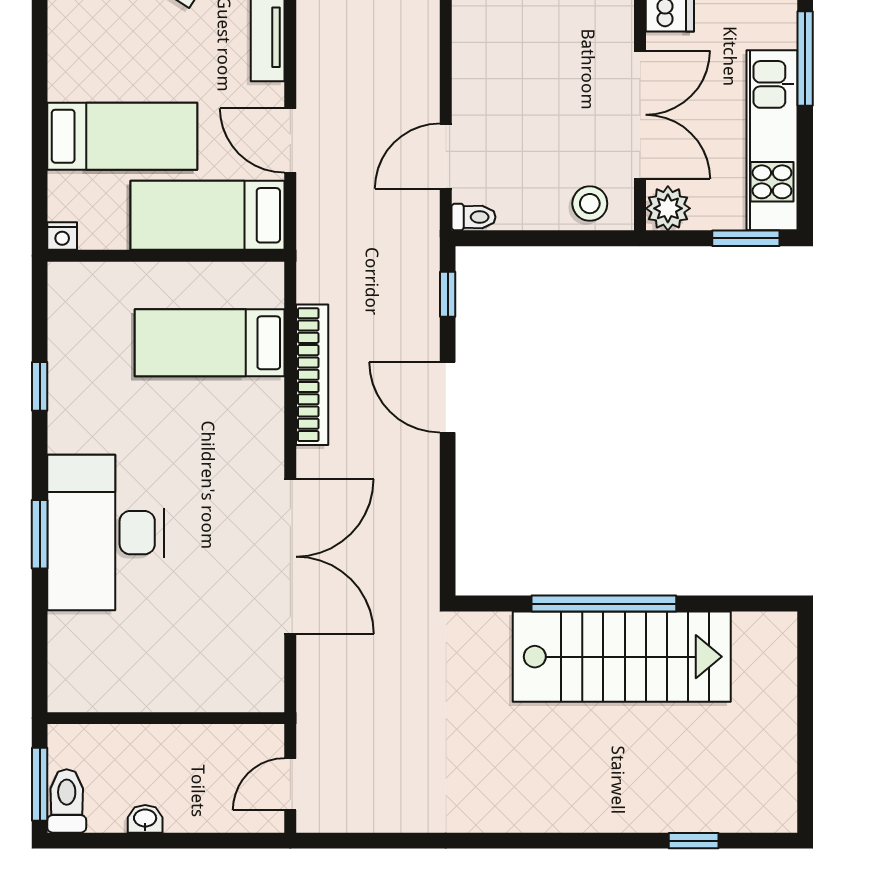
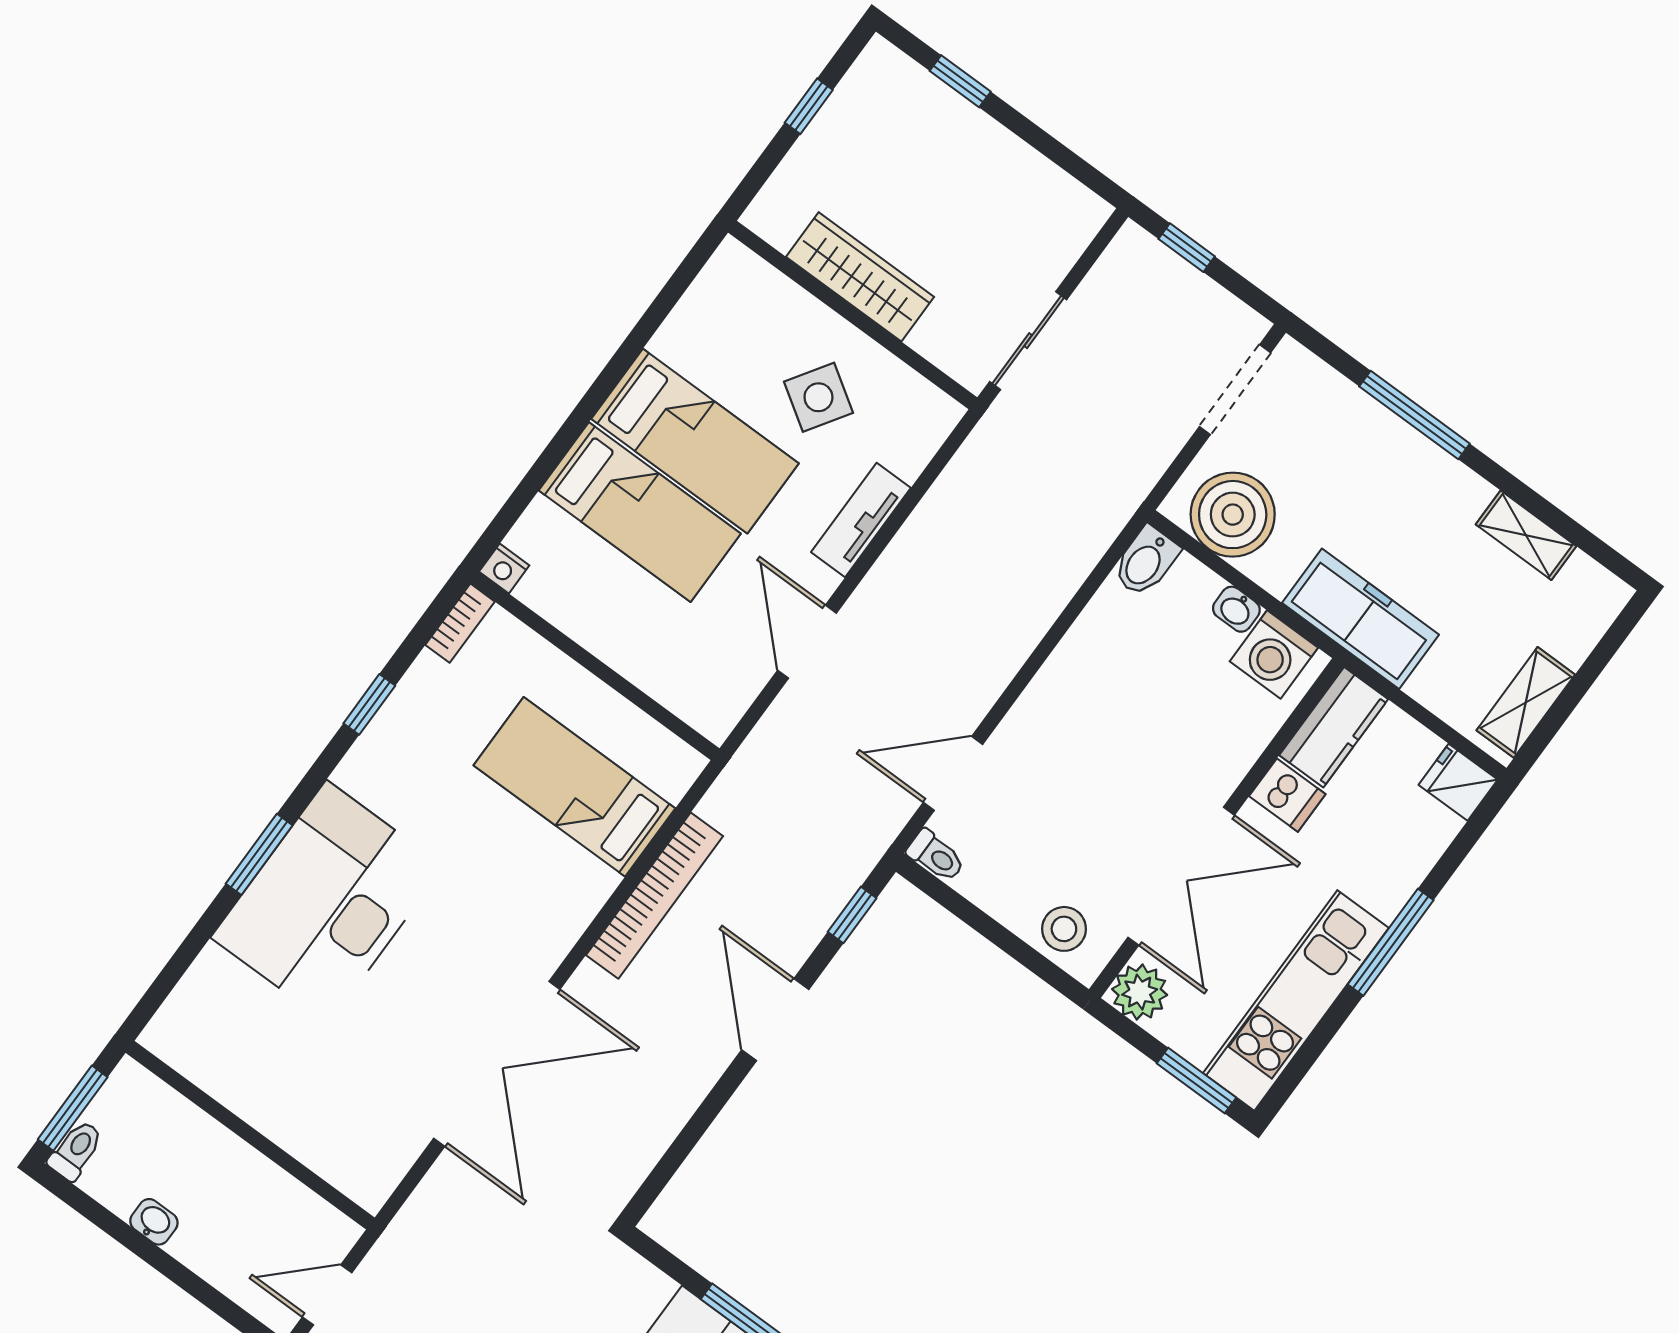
bed: (208, 215) -> (695, 441), moved, turned 180
bookcase: (60, 292) -> (460, 623), added
toilet: (67, 801) -> (76, 1150), width x0.73, depth x0.72

